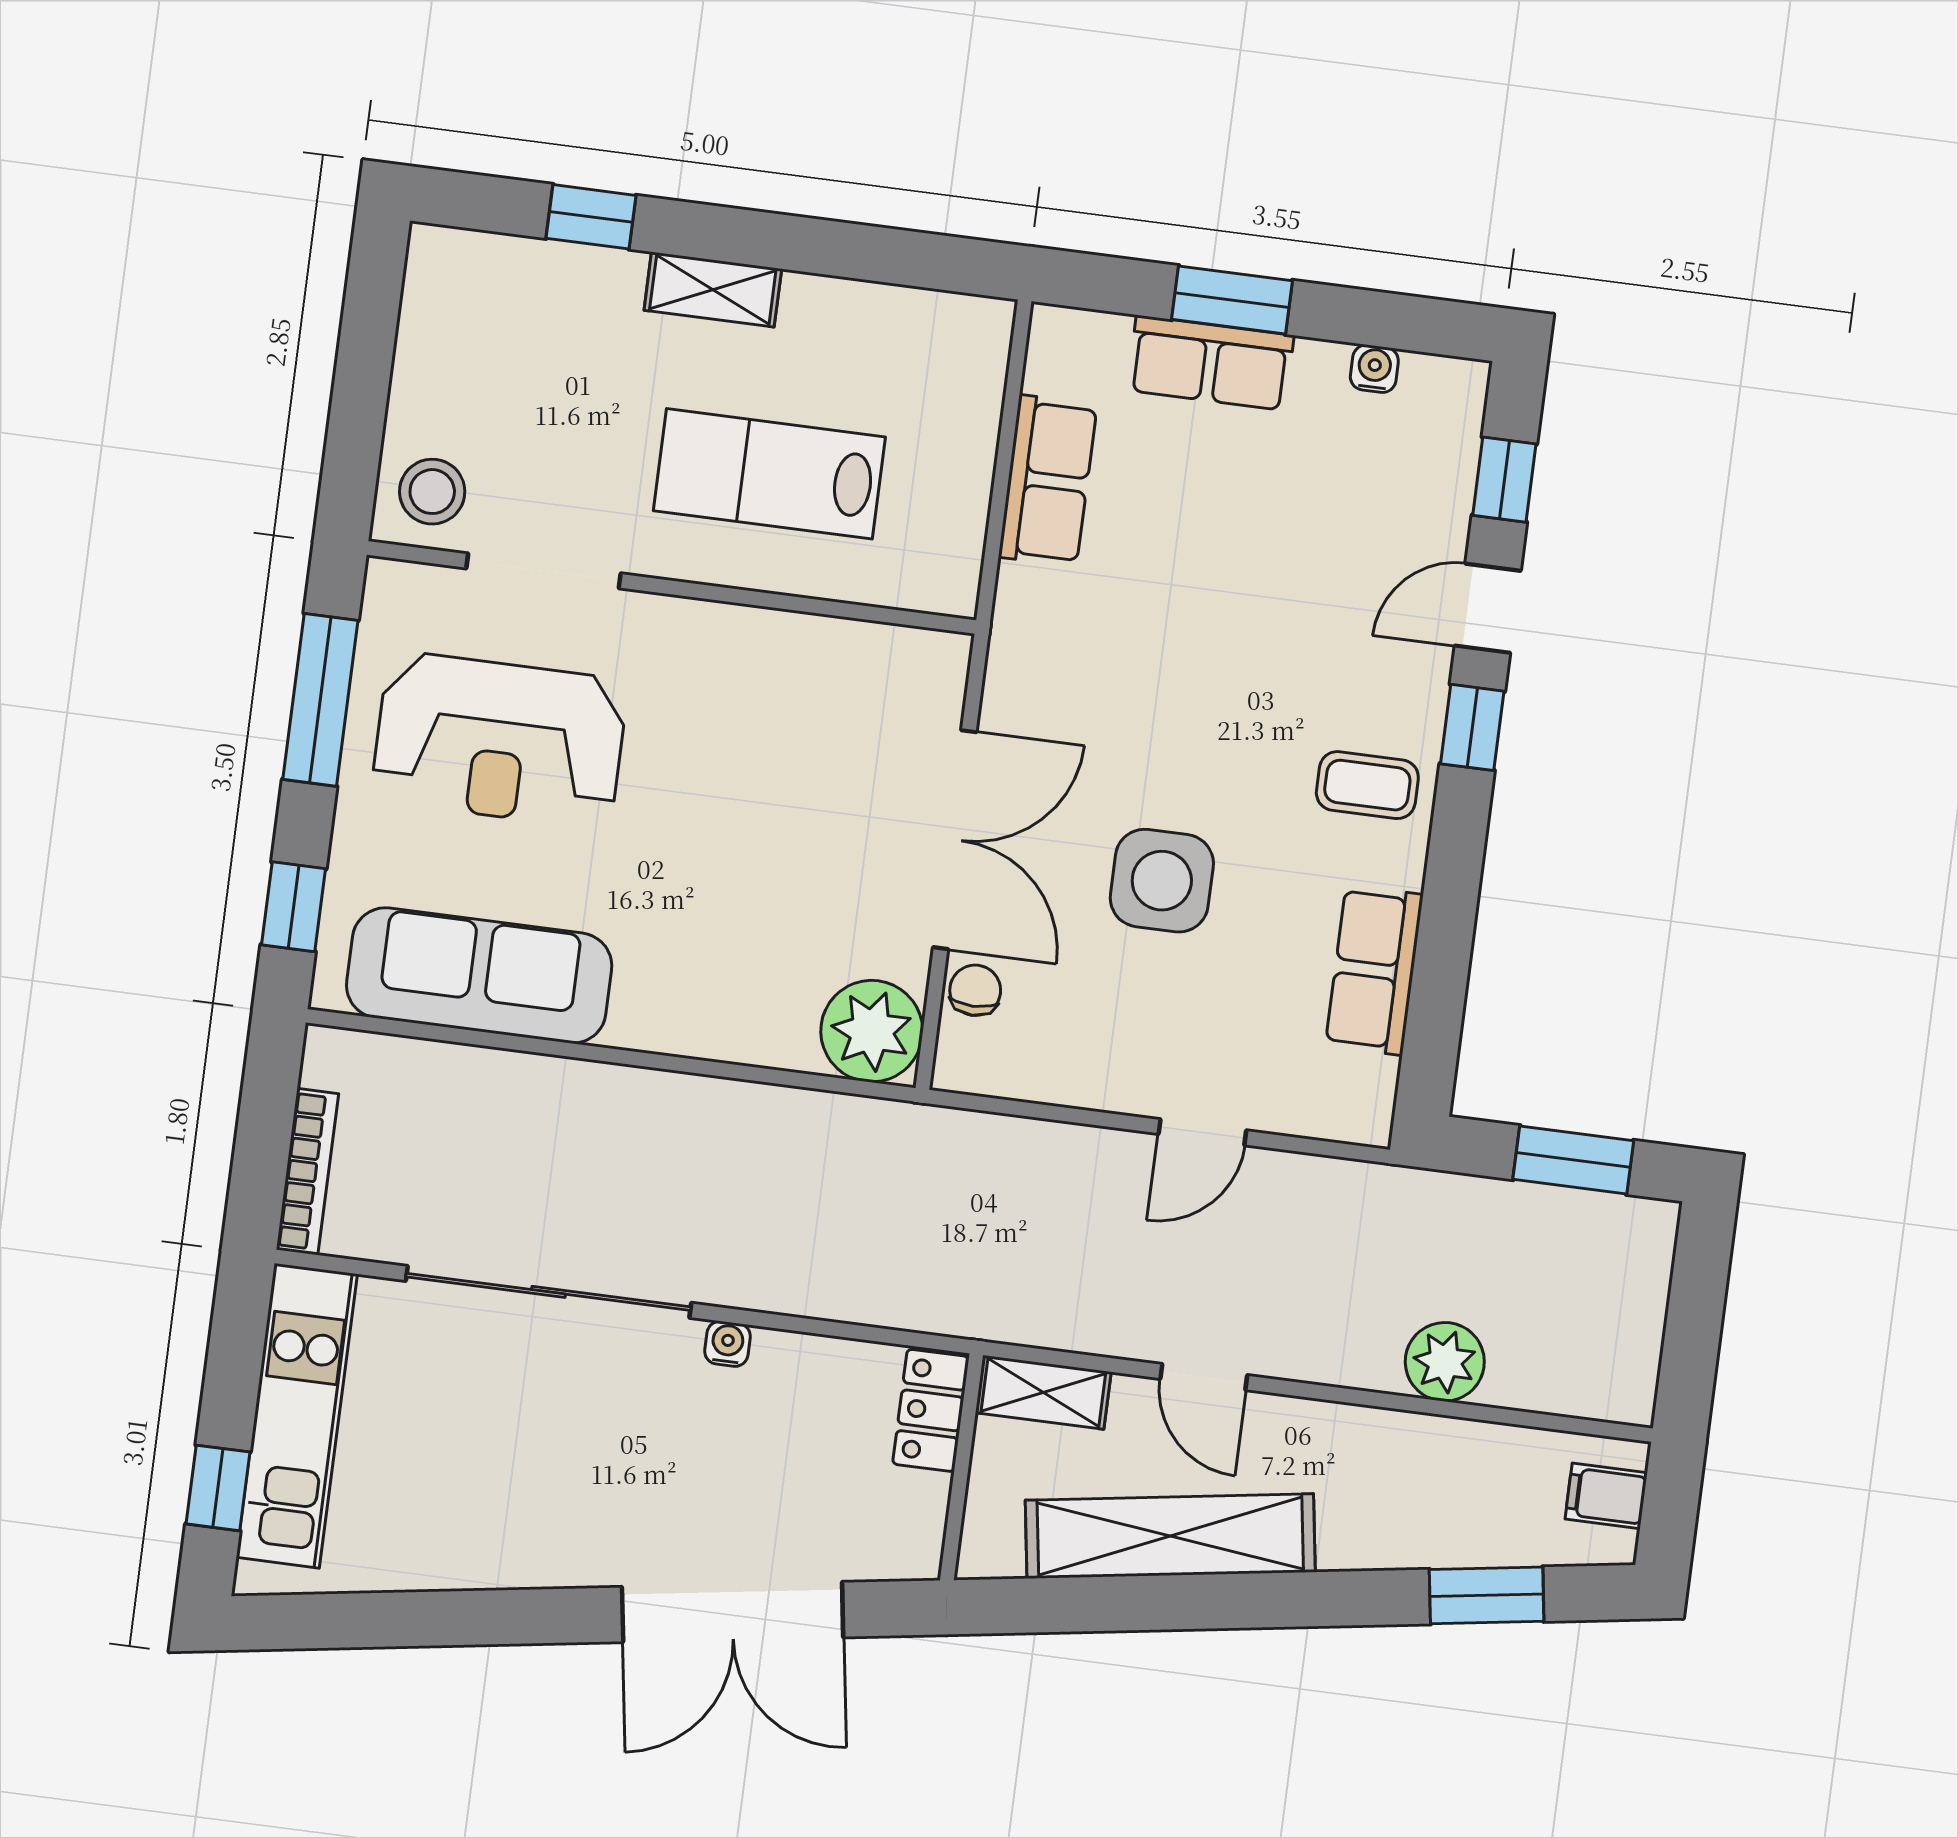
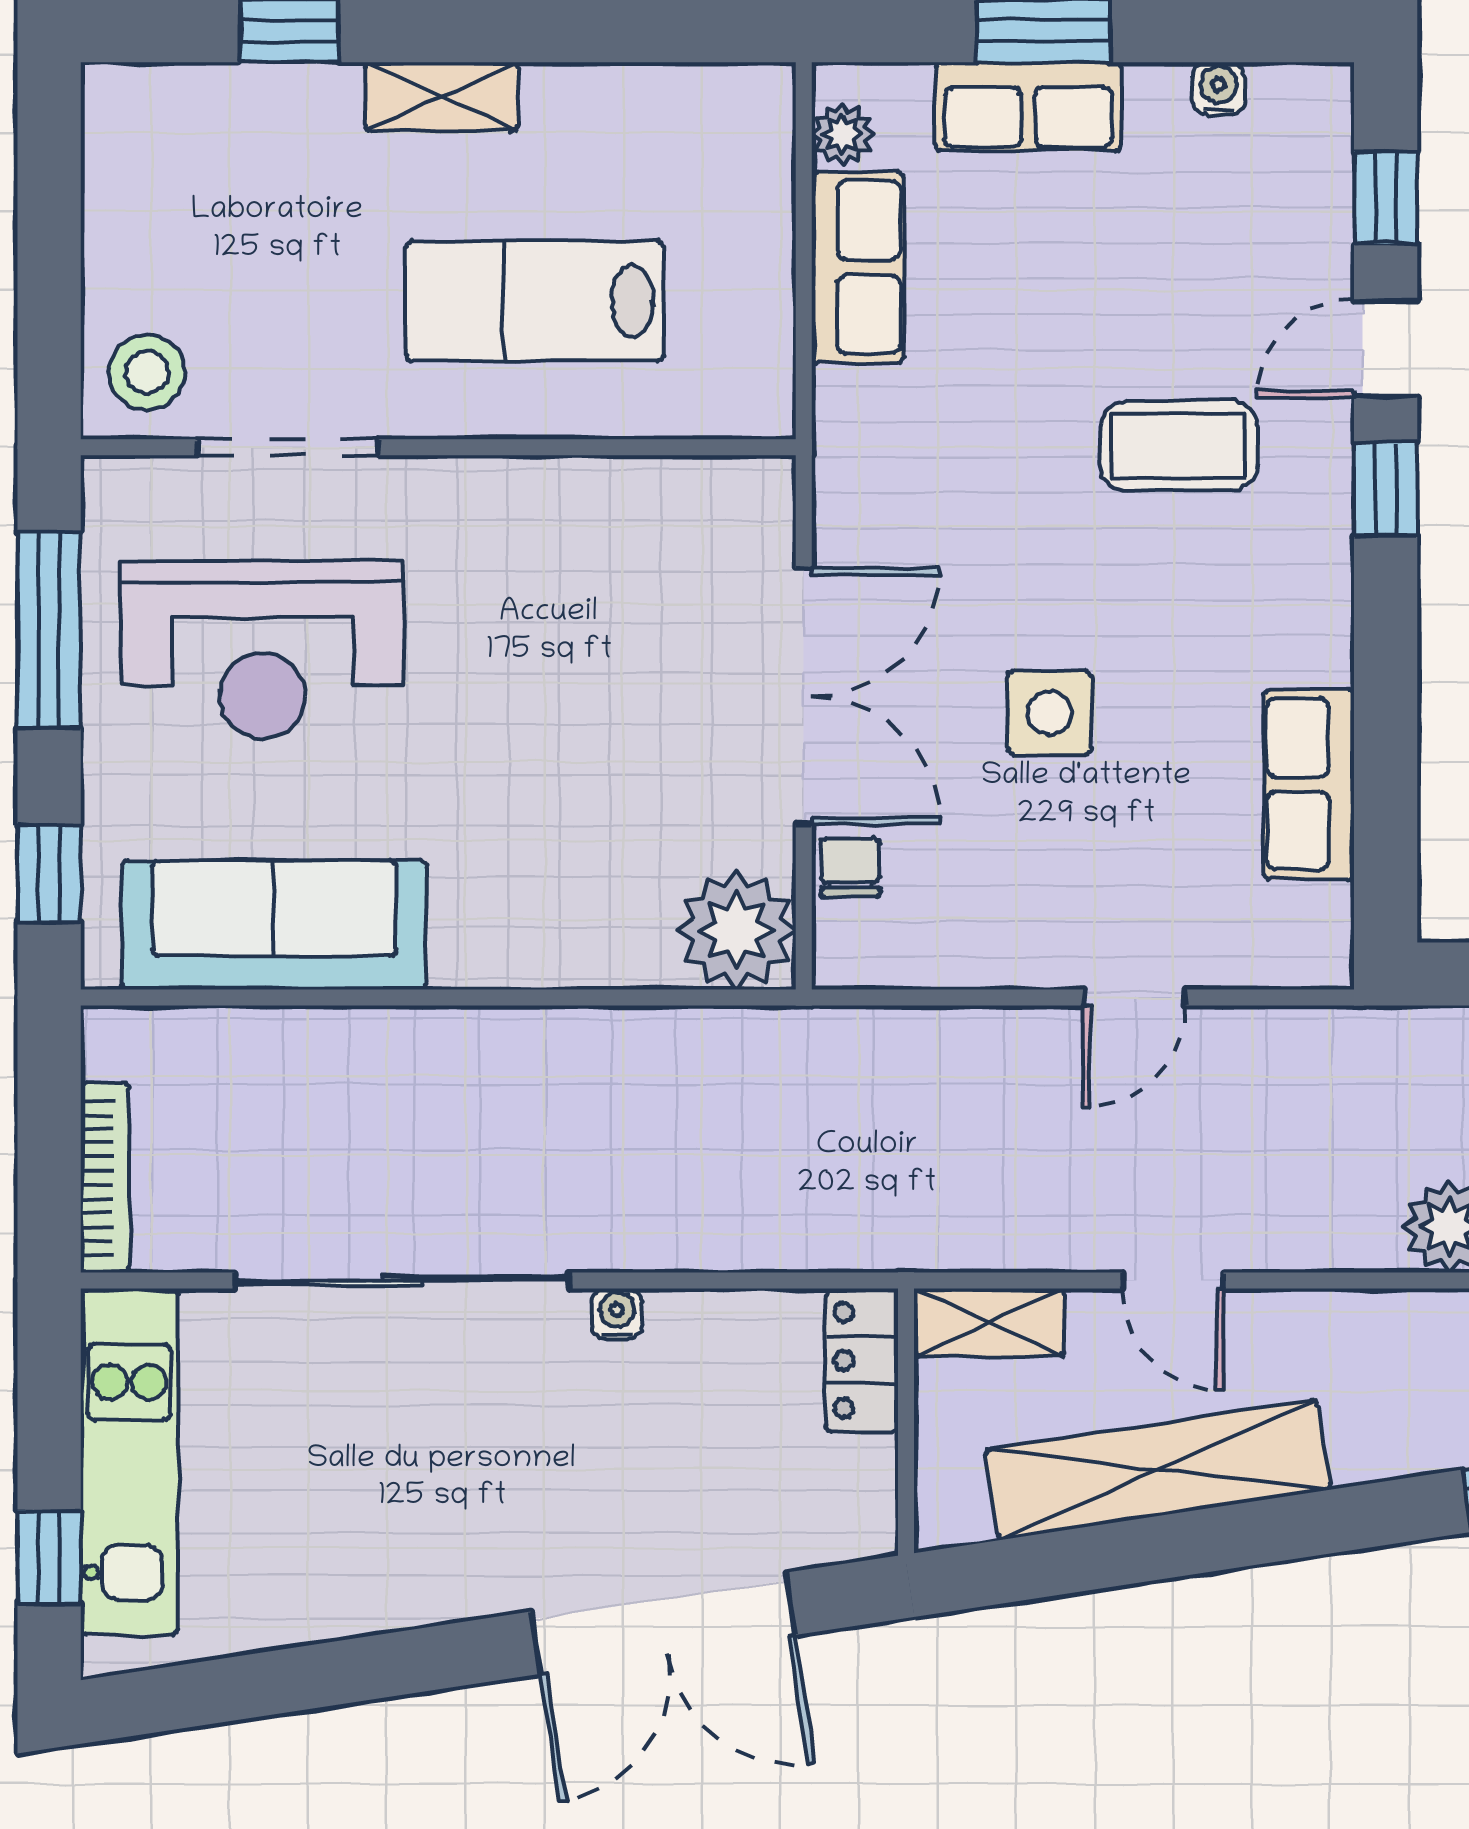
plant: (1050, 366) -> (842, 134), added
coffee table: (1367, 785) -> (1179, 446), moved, width x1.36, depth x1.30
side table: (1162, 881) -> (1050, 713), width x0.73, depth x0.73

